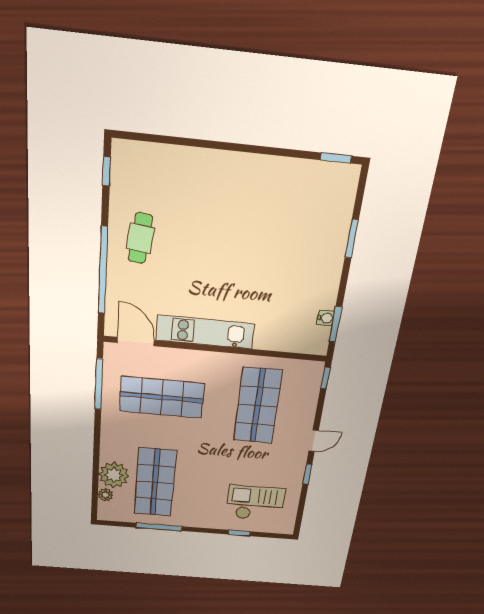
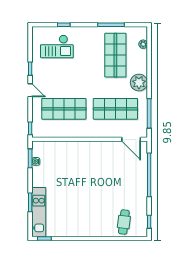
cafe table: (140, 238) -> (124, 222), moved
kitchen unit: (205, 332) -> (39, 212), moved, turned -90
shop shelf: (258, 406) -> (64, 109), turned 90
door: (314, 441) -> (30, 90), swing flipped
plant: (114, 475) -> (139, 83), moved

